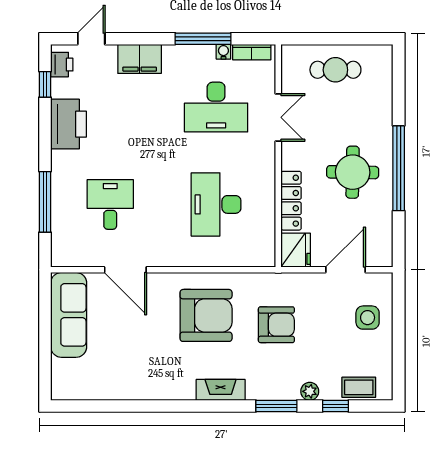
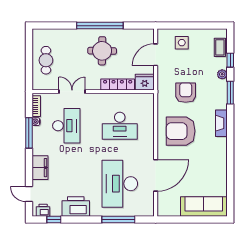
desk: (110, 204) -> (120, 184), width x1.87, depth x1.30
door: (125, 270) -> (156, 175), width x1.36
door: (345, 270) -> (156, 55), hinge flipped
sofa: (69, 315) -> (204, 206), moved
armchair: (206, 315) -> (181, 131), turned -90

